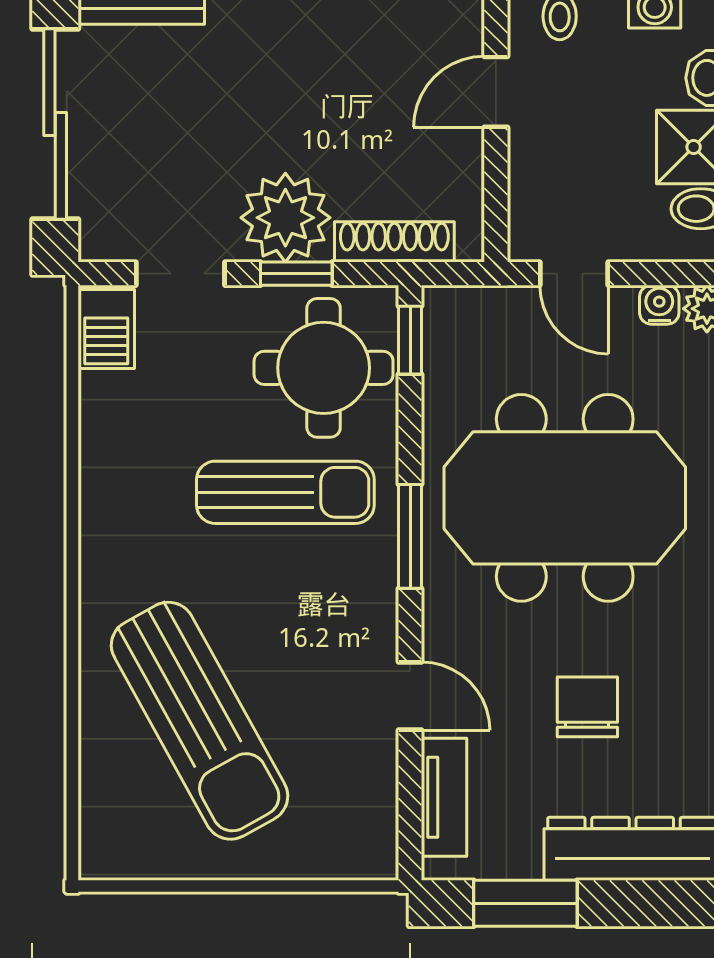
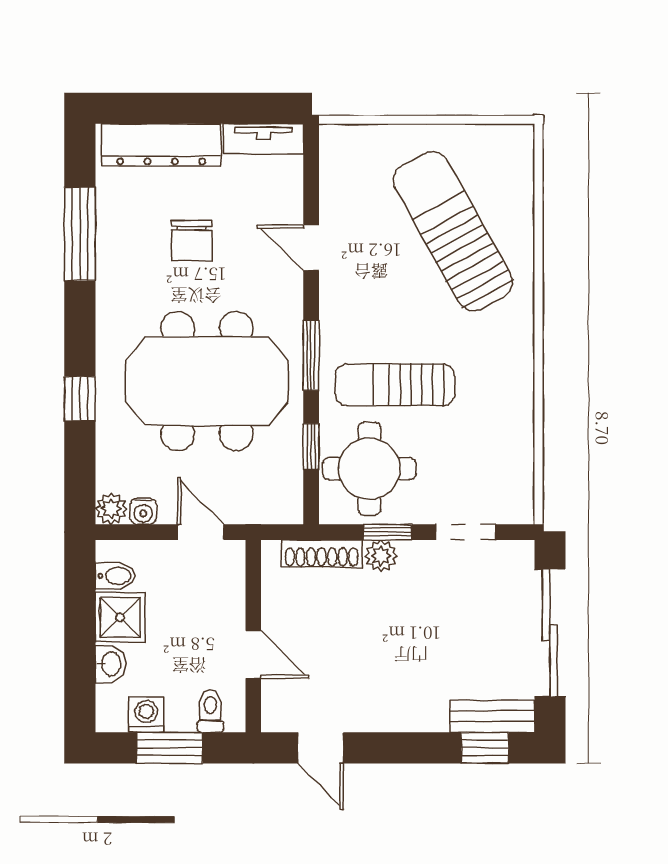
door: (496, 92) -> (253, 655), hinge flipped
plant: (285, 218) -> (381, 556), width x0.53, depth x0.53
barbecue: (106, 329) -> (516, 495), removed
window: (410, 340) -> (311, 447), moved
tv unit: (444, 797) -> (264, 139), moved, turned -90
window: (525, 903) -> (233, 108), removed

